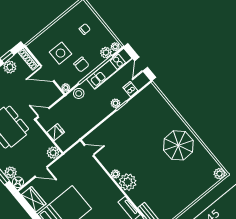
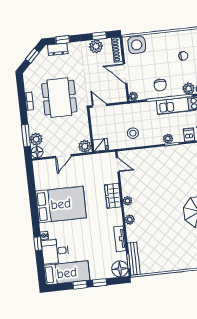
side table: (61, 53) -> (137, 45), moved
stool: (79, 93) -> (133, 133), moved
fridge: (56, 132) -> (101, 145), moved
door: (41, 172) -> (63, 156), hinge flipped
plant: (128, 182) -> (130, 220), width x0.53, depth x0.53
wardrobe: (34, 199) -> (113, 196), moved, turned 180

